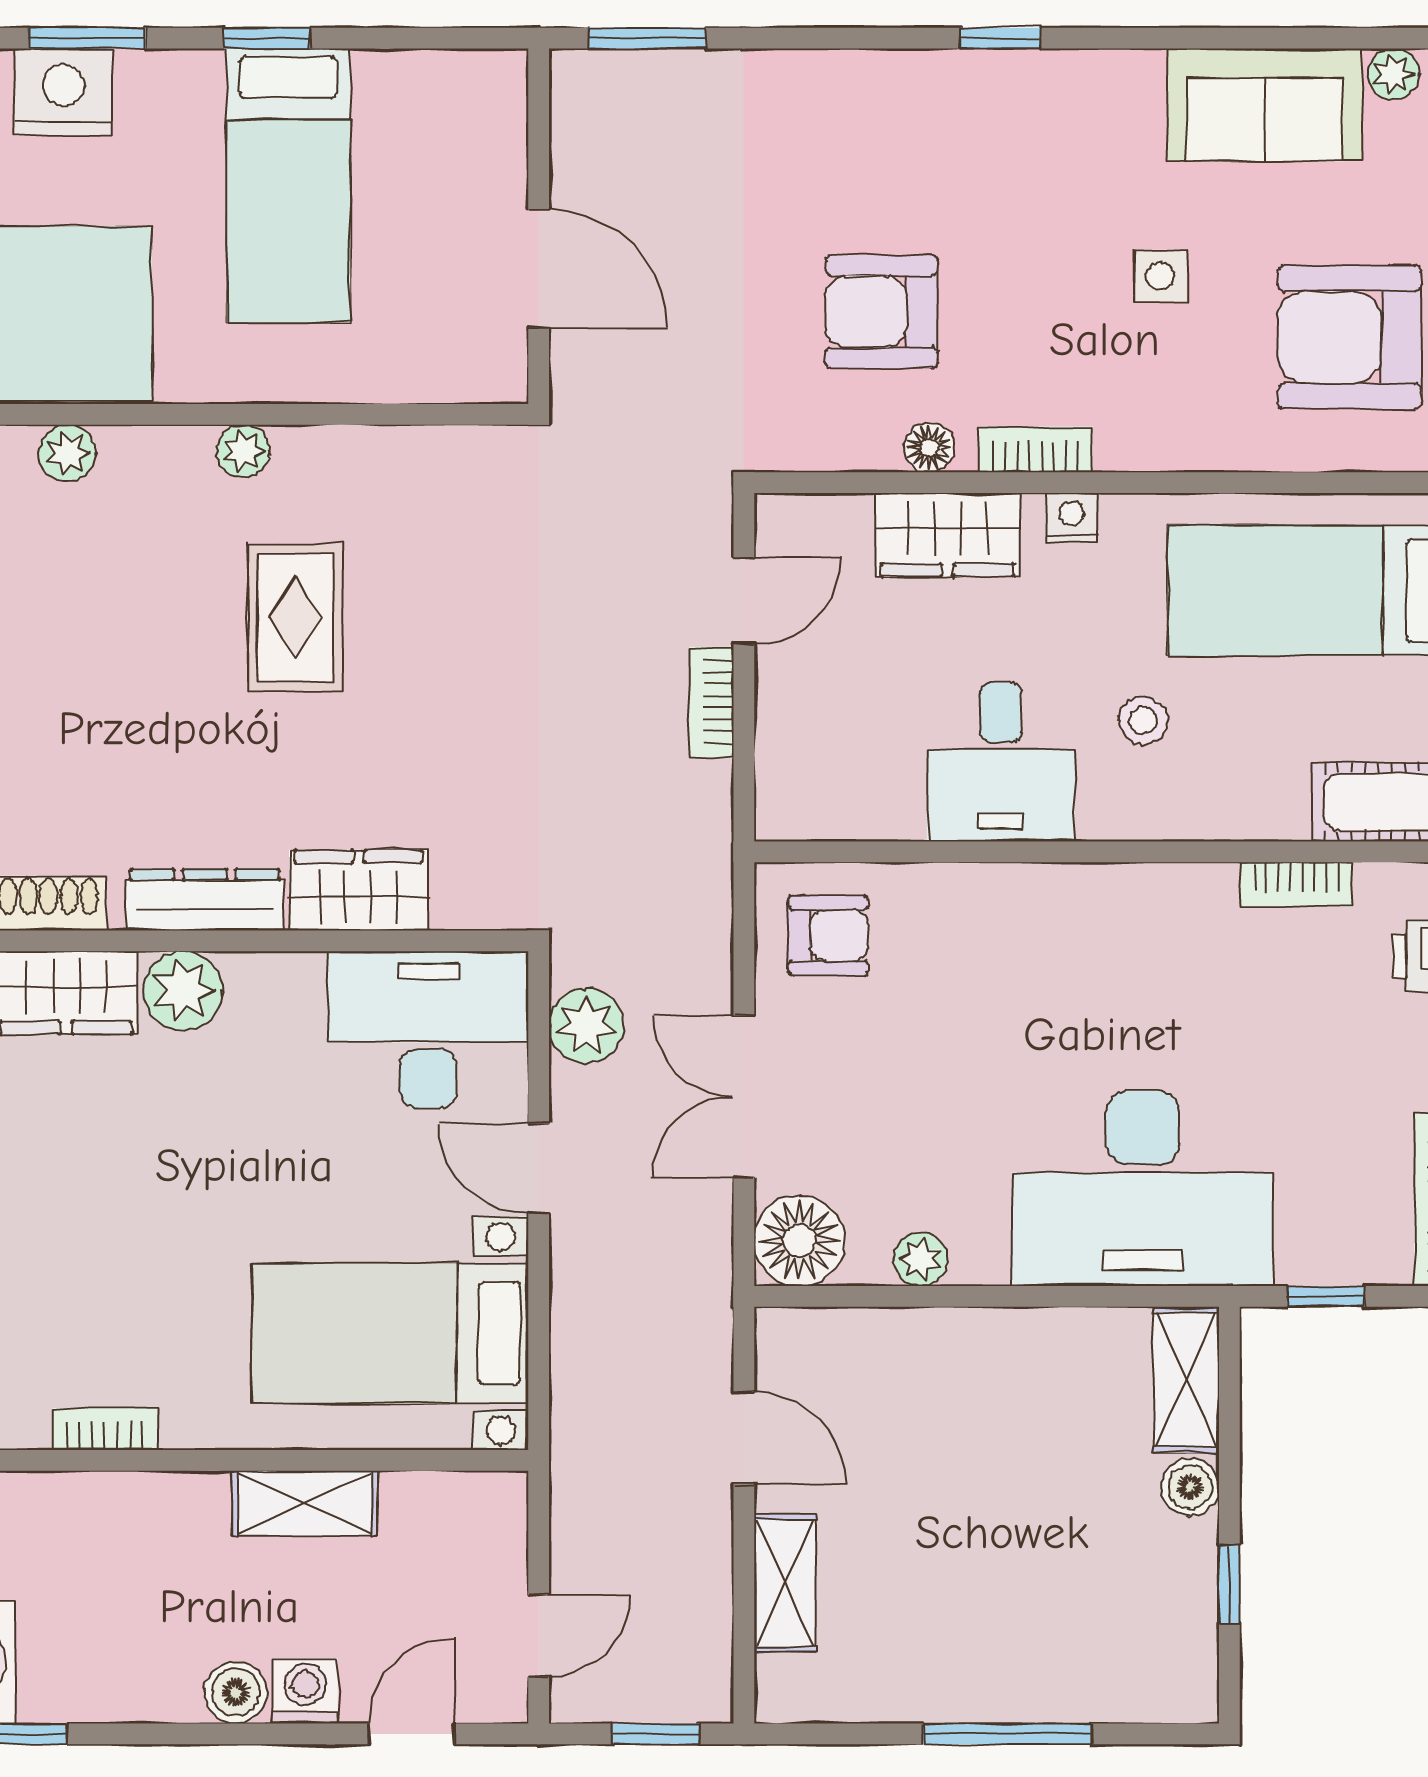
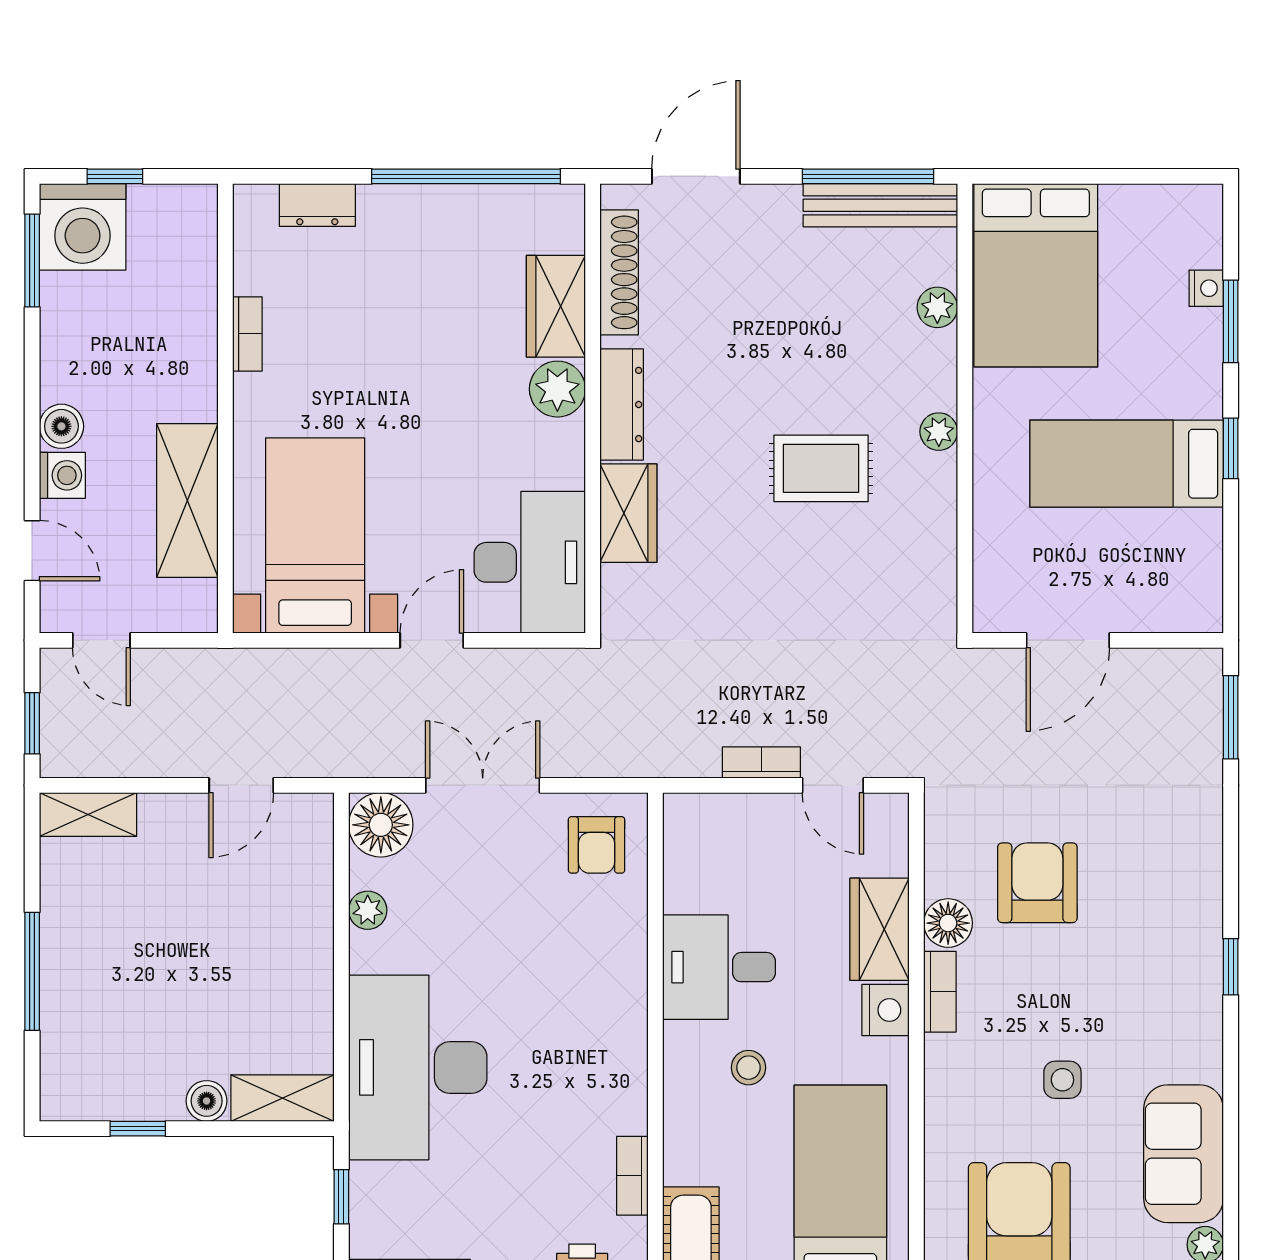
nightstand: (63, 92) -> (1206, 288), width x0.53, depth x0.56
floor lamp: (929, 447) -> (948, 923), width x1.37, depth x1.37
nightstand: (1072, 518) -> (886, 1010), width x1.39, depth x1.35
plant: (586, 1026) -> (533, 674), removed
shelving: (305, 1503) -> (187, 501), width x1.50, depth x1.33
shelving: (785, 1583) -> (88, 815), moved

